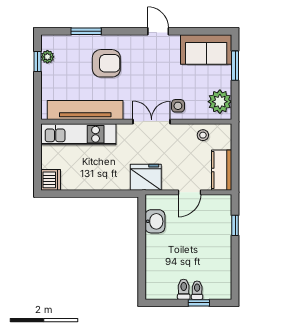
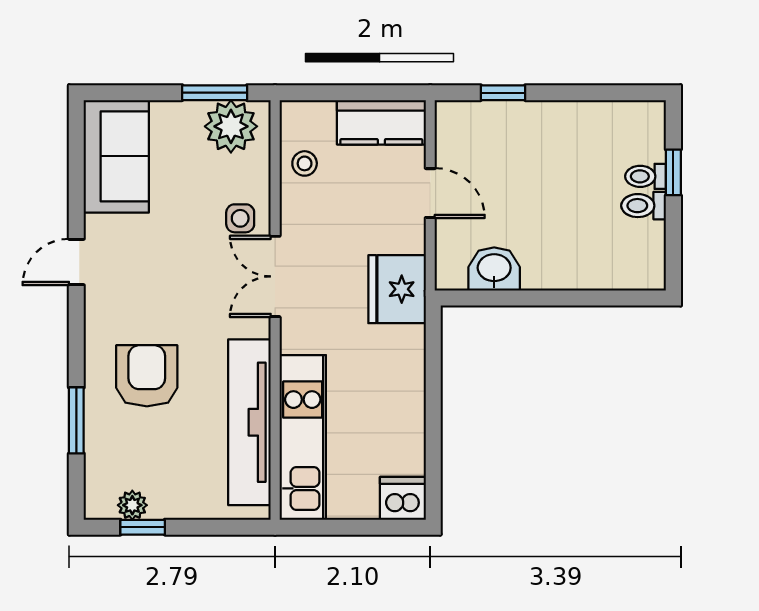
window: (235, 66) -> (215, 93), moved

